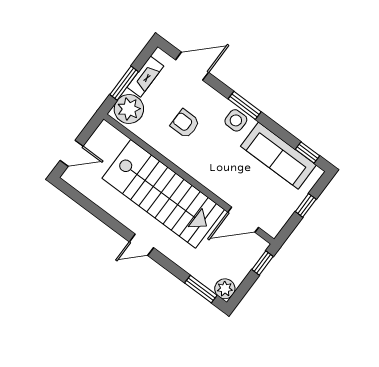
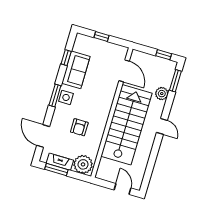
window: (124, 83) -> (56, 170), moved
window: (308, 152) -> (66, 58), moved
sofa: (278, 156) -> (76, 70), width x0.73
window: (263, 263) -> (164, 55), moved
plant: (225, 289) -> (162, 94), moved

